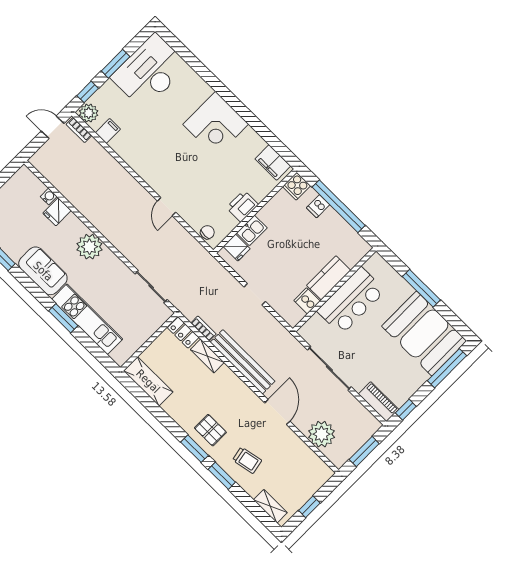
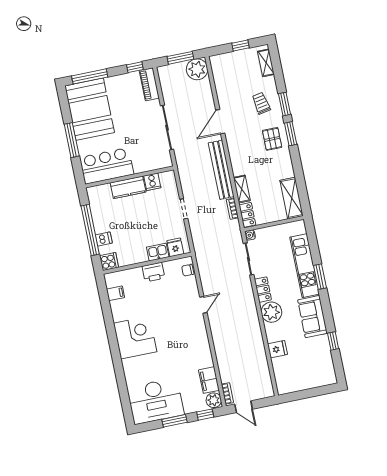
filing cabinet: (108, 131) -> (209, 380), width x2.00
filing cabinet: (273, 162) -> (116, 293), width x0.50
water cooler: (49, 197) -> (250, 235), moved
locker: (114, 265) -> (263, 290), added
bar counter: (351, 301) -> (107, 166), moved
plant: (322, 434) -> (197, 69), moved

